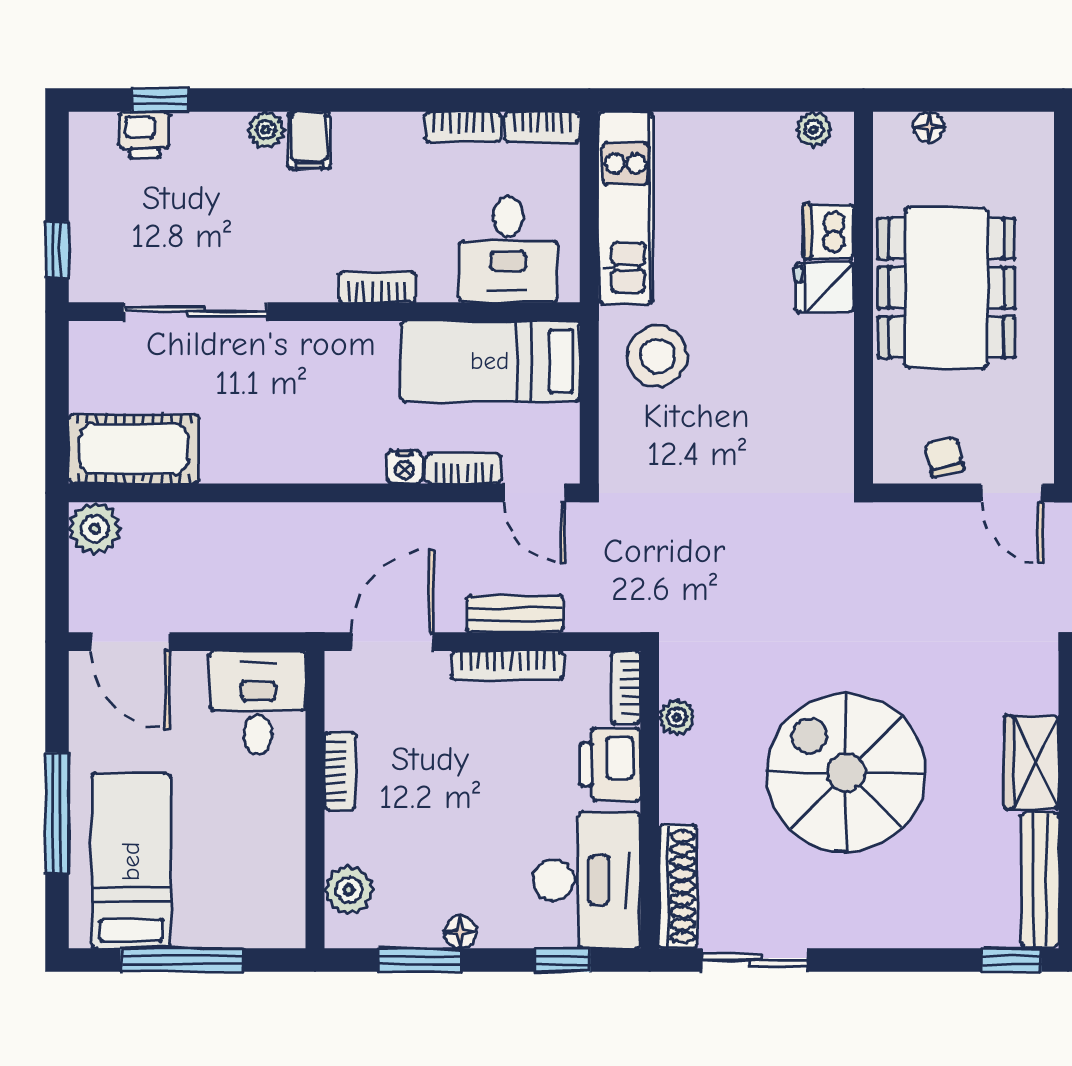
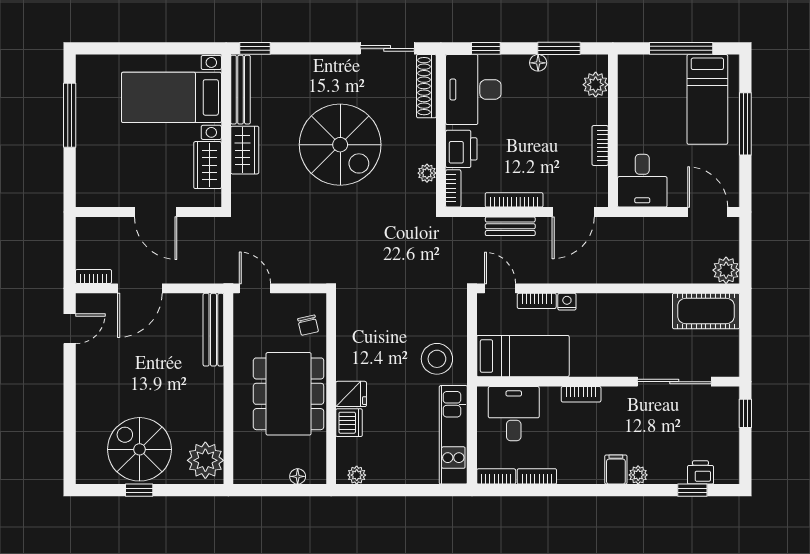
chair: (945, 457) -> (308, 325), moved

